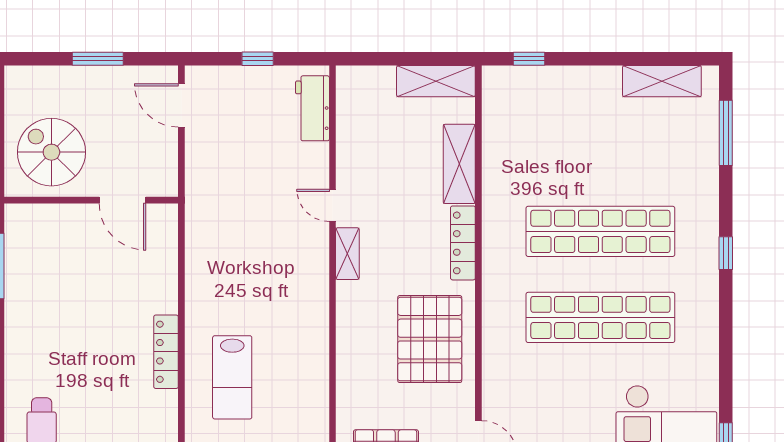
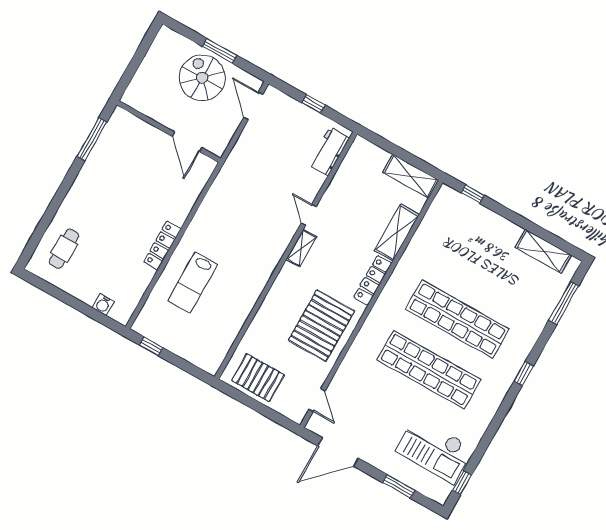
spiral stairs: (51, 152) -> (202, 78), moved

